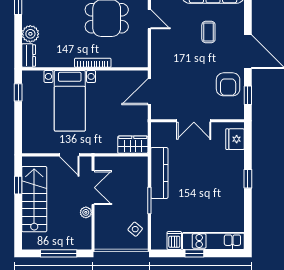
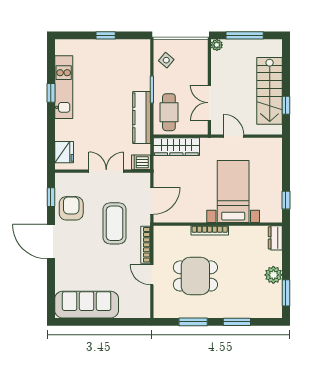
coffee table: (208, 32) -> (115, 223), moved, width x1.86, depth x1.72
plant: (30, 34) -> (273, 275), moved
bookcase: (155, 49) -> (146, 245), added
wardrobe: (133, 145) -> (176, 147), width x1.50
cafe table: (133, 178) -> (169, 112), added
window: (248, 179) -> (51, 93), moved
plant: (86, 212) -> (217, 45), moved
dishwasher: (174, 241) -> (141, 162), moved, turned 90
kitchen unit: (213, 241) -> (64, 87), moved, turned -90

